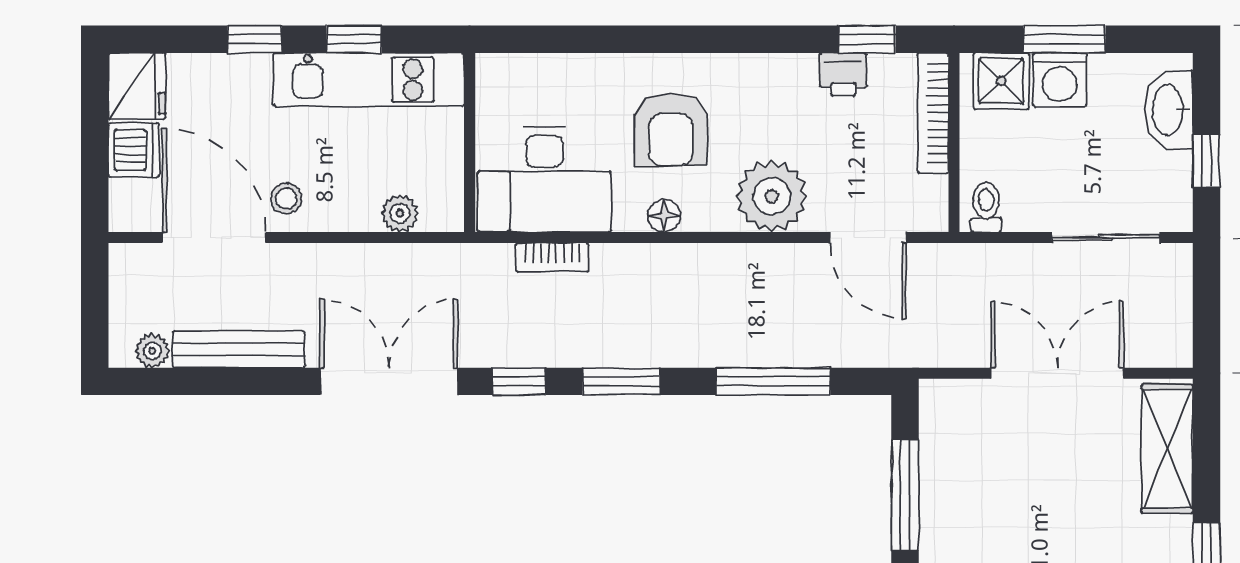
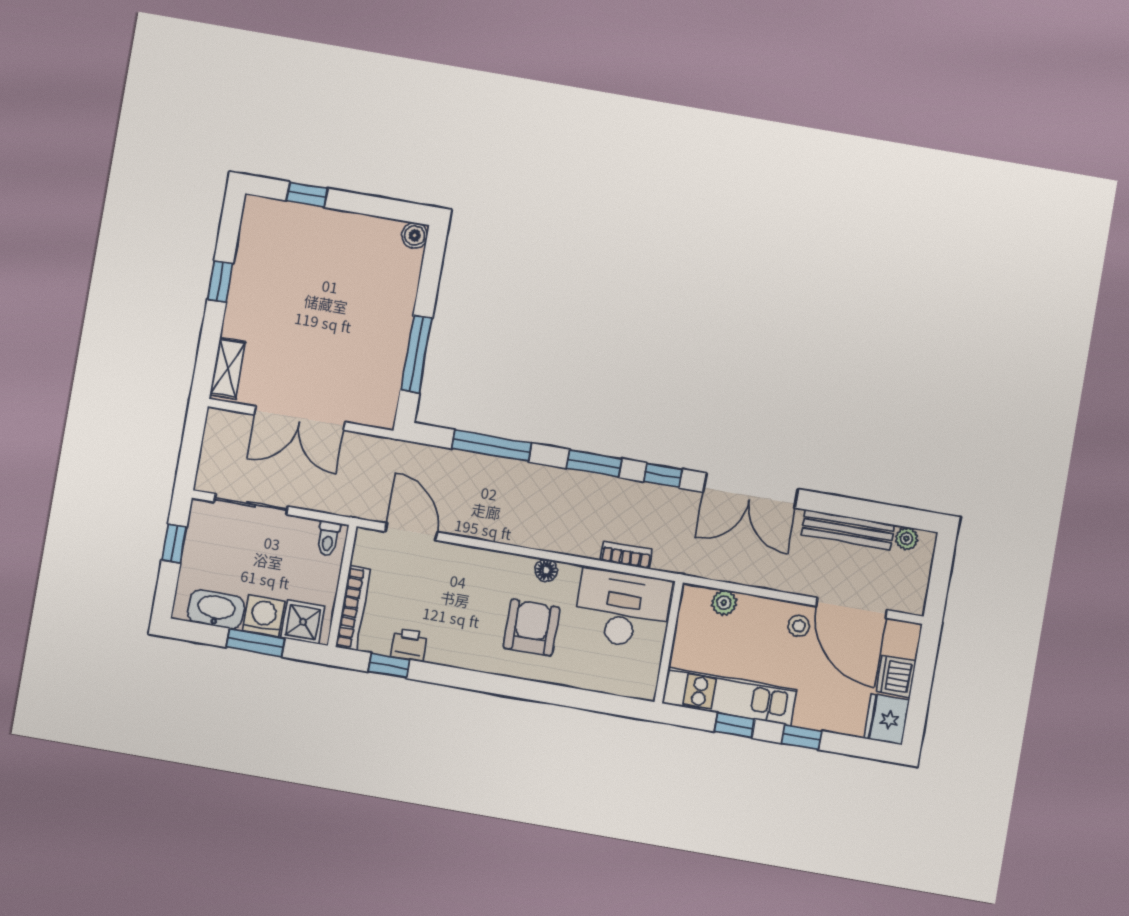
washbasin: (1169, 110) -> (216, 610), moved, turned -90
plant: (772, 196) -> (471, 571), removed
shelving: (1167, 449) -> (228, 368), width x0.67, depth x0.75

